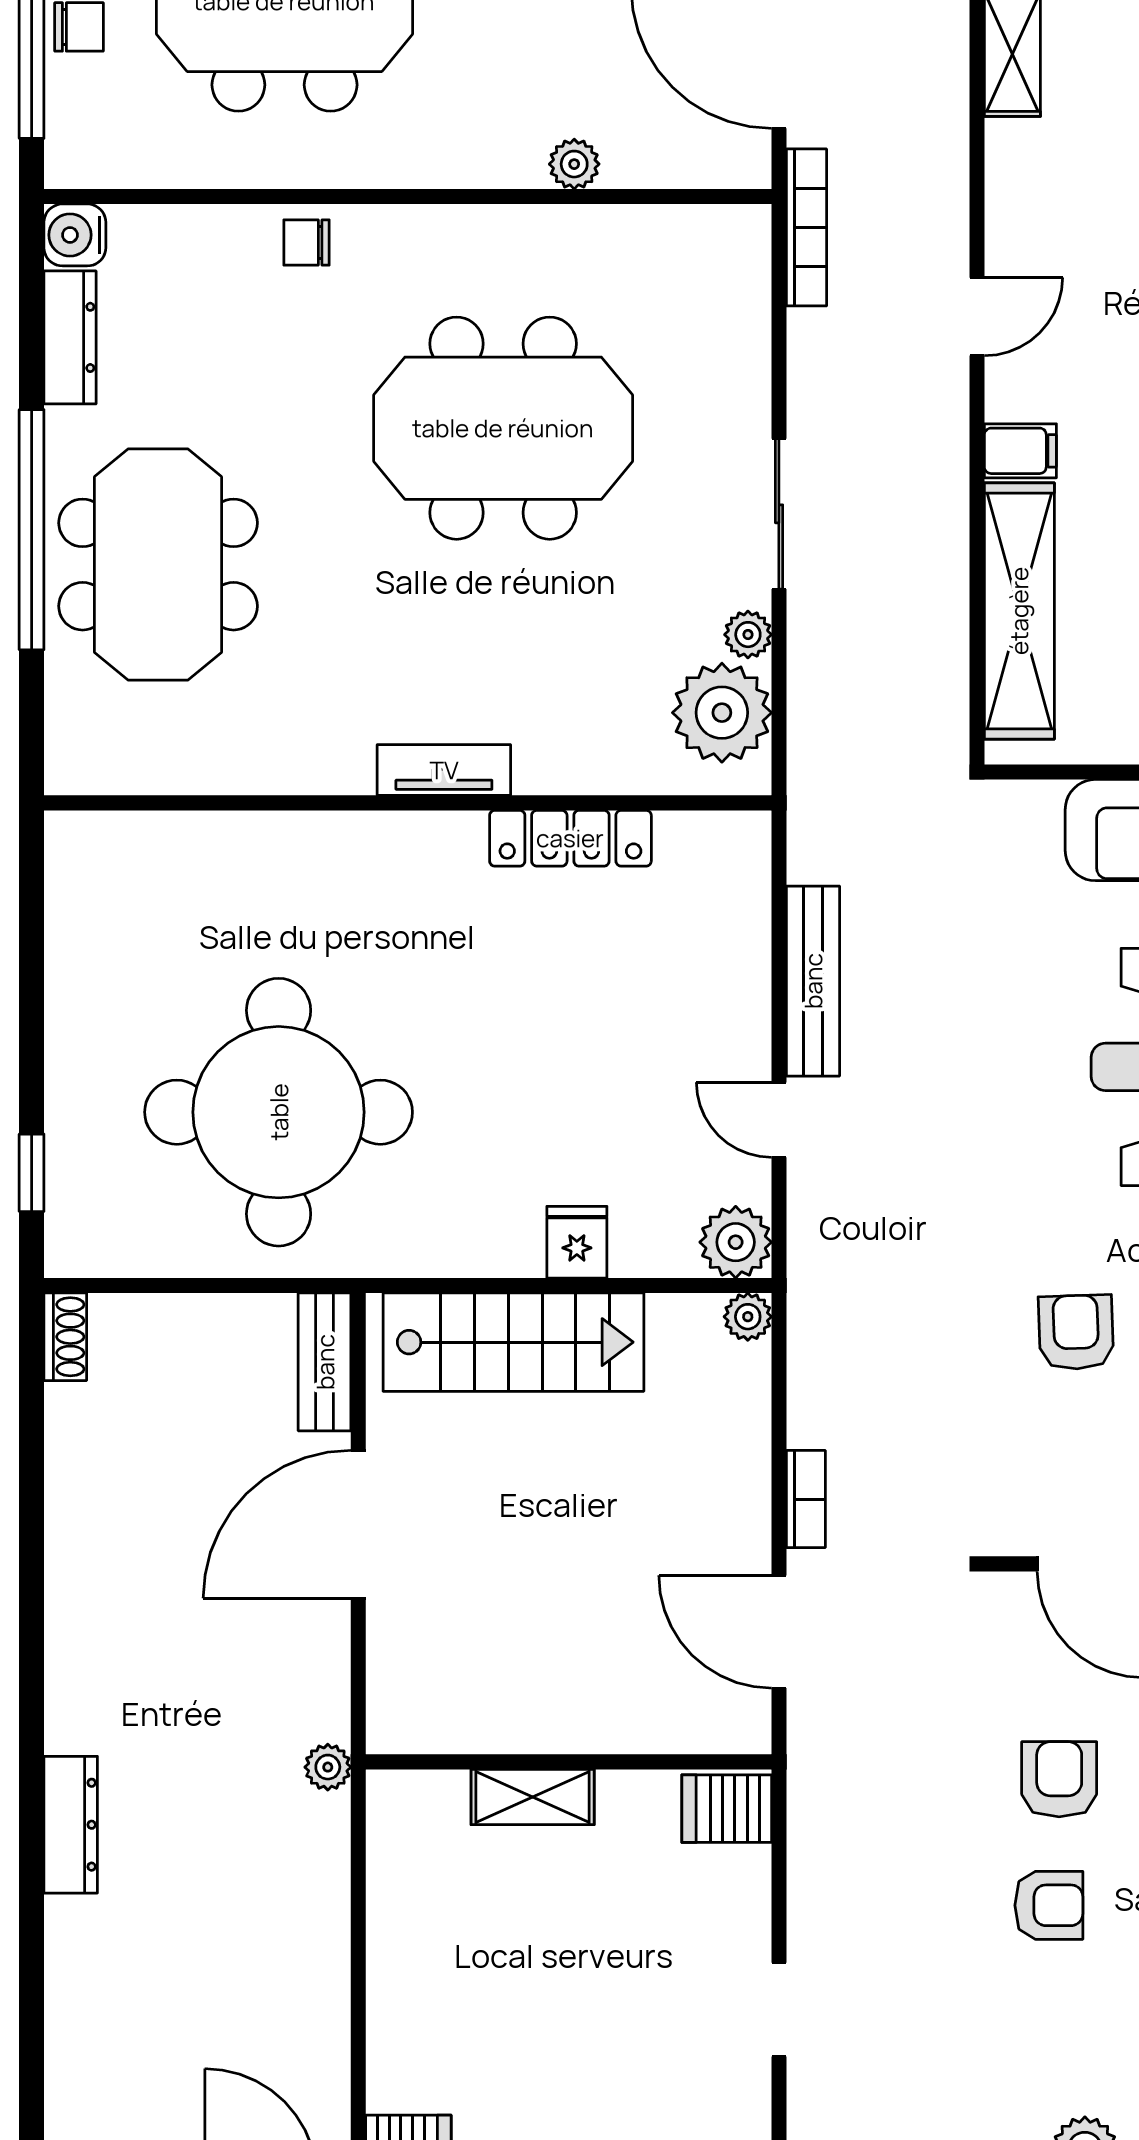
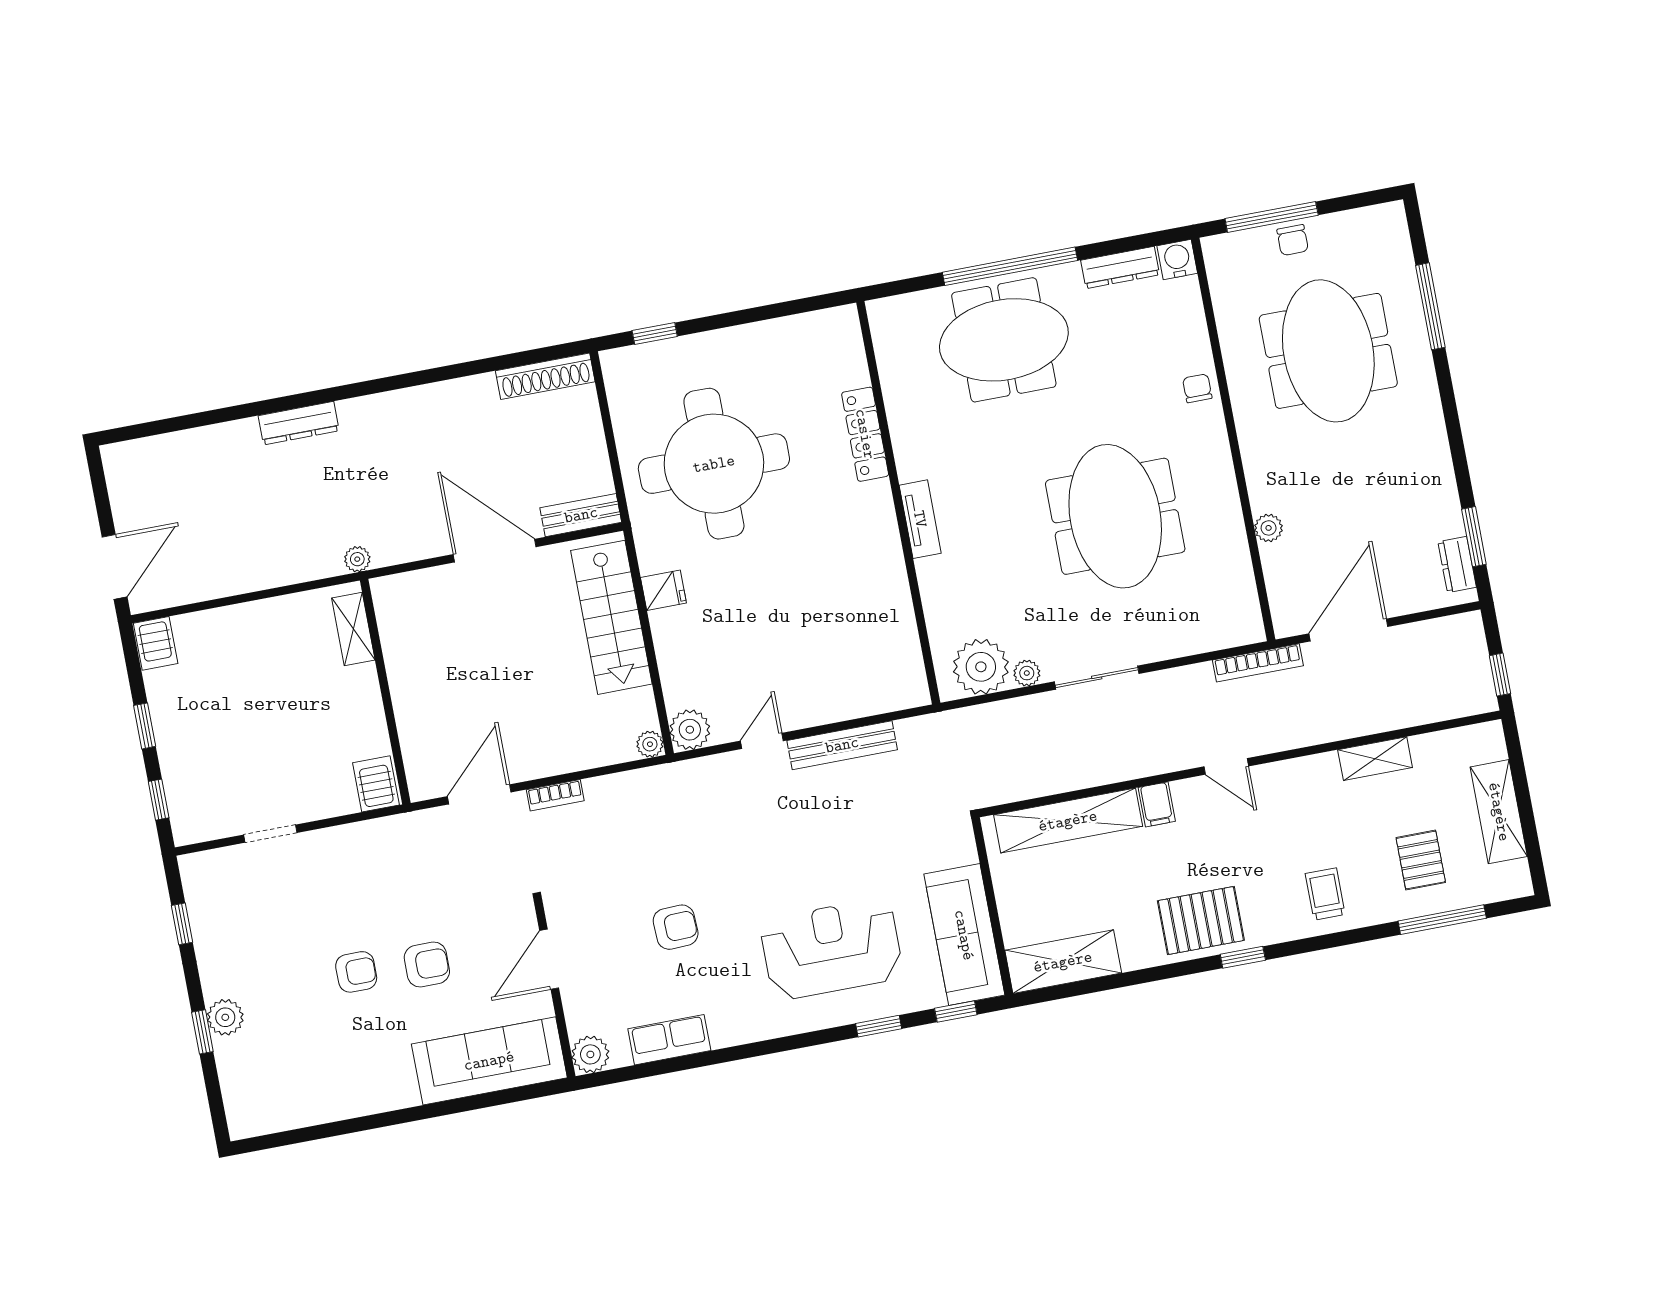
locker: (570, 838) -> (865, 434), moved
fridge: (577, 1242) -> (663, 590), moved
shoe rack: (65, 1337) -> (545, 376), width x1.94, depth x1.24
shelving: (533, 1797) -> (353, 629), moved
armchair: (1049, 1905) -> (356, 972), turned -90

